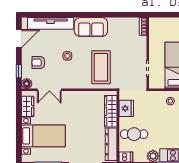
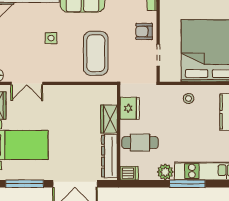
armchair: (38, 63) -> (144, 32), moved
wardrobe: (111, 111) -> (109, 119), width x0.67

